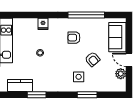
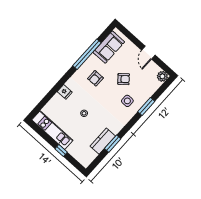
sofa: (117, 37) -> (109, 47), moved, turned -90
door: (129, 60) -> (148, 53), hinge flipped
plant: (121, 74) -> (162, 76), moved
kitchen counter: (20, 86) -> (103, 141), moved

